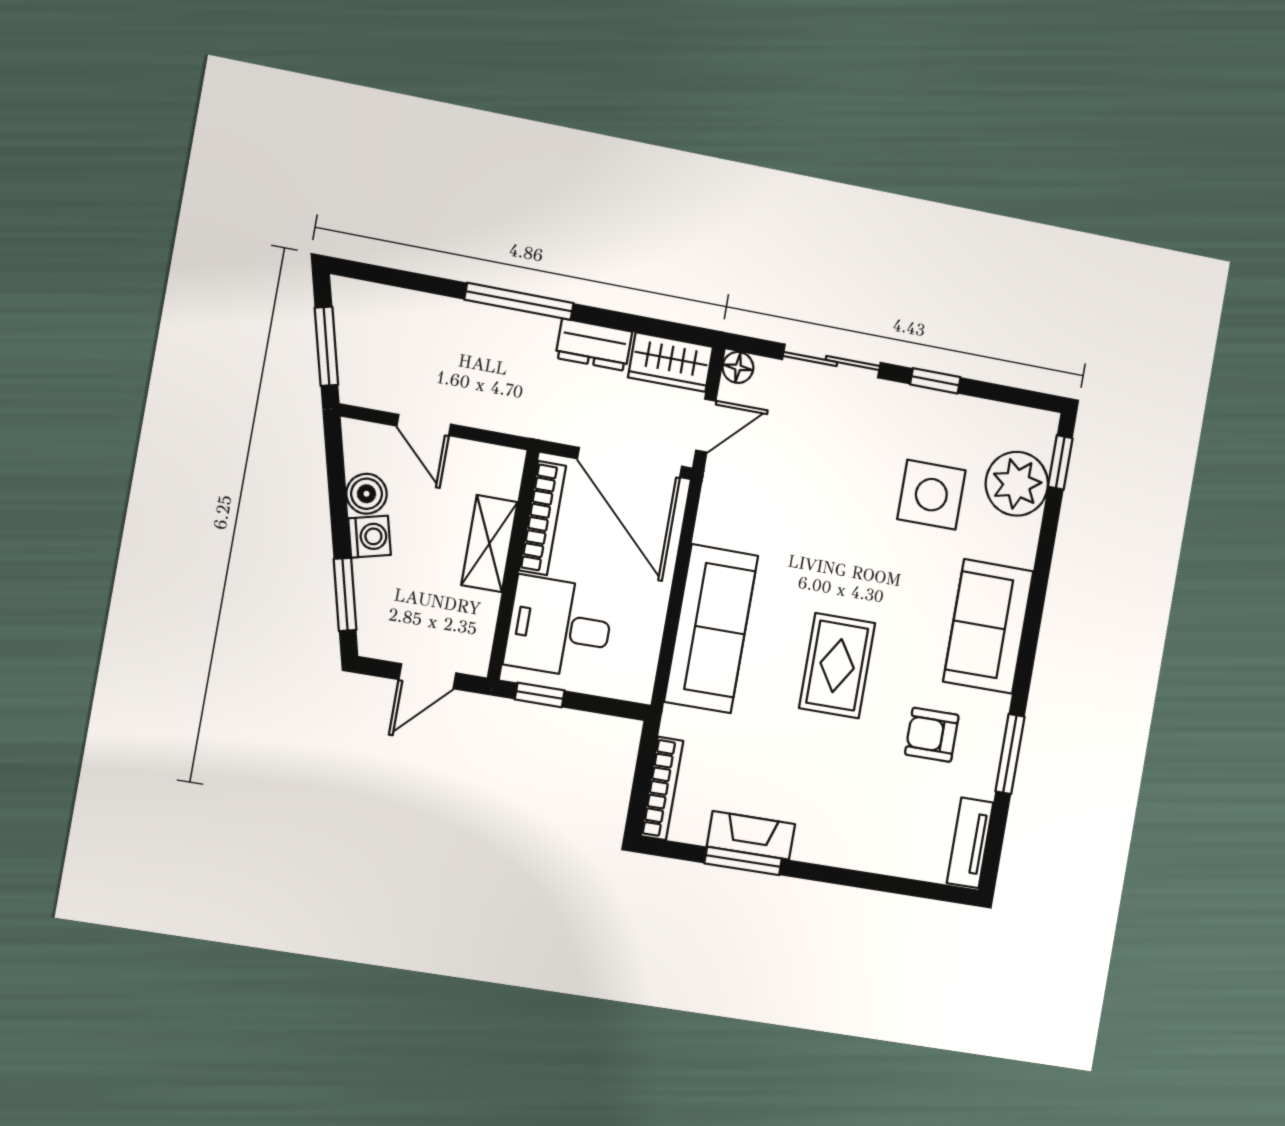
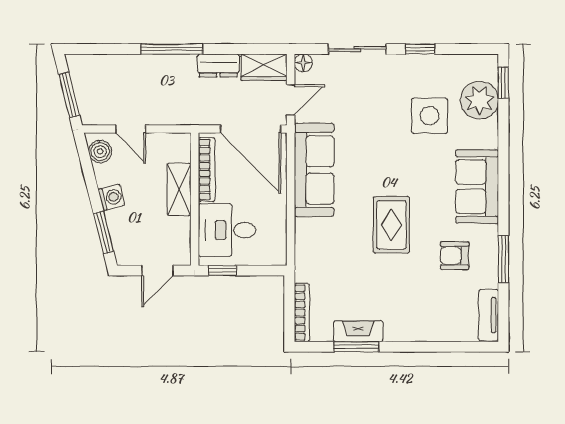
boiler: (366, 494) -> (100, 152), moved
sofa: (711, 629) -> (314, 170), moved

